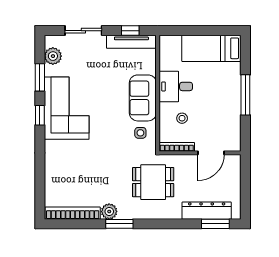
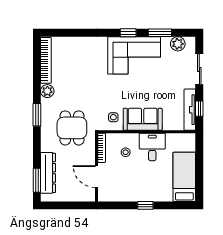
window: (245, 95) -> (145, 205), width x0.46
window: (119, 224) -> (37, 115), moved

